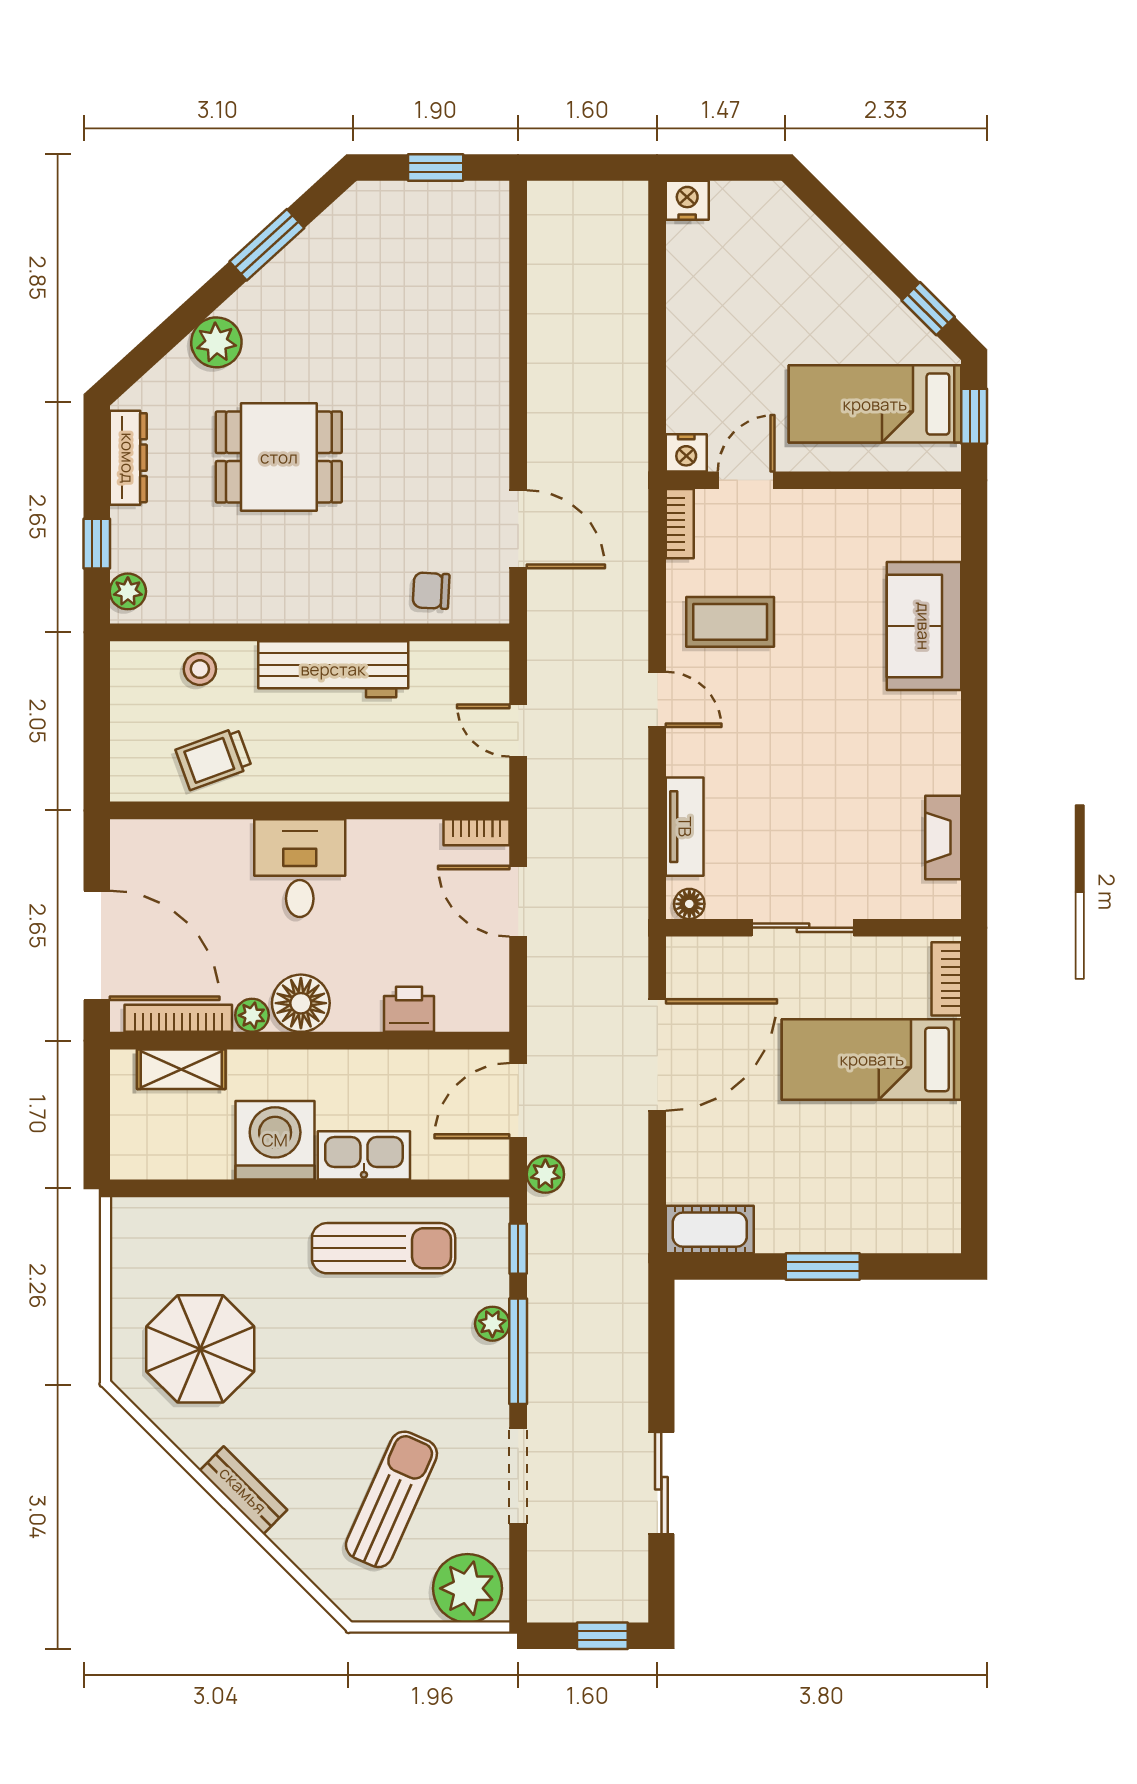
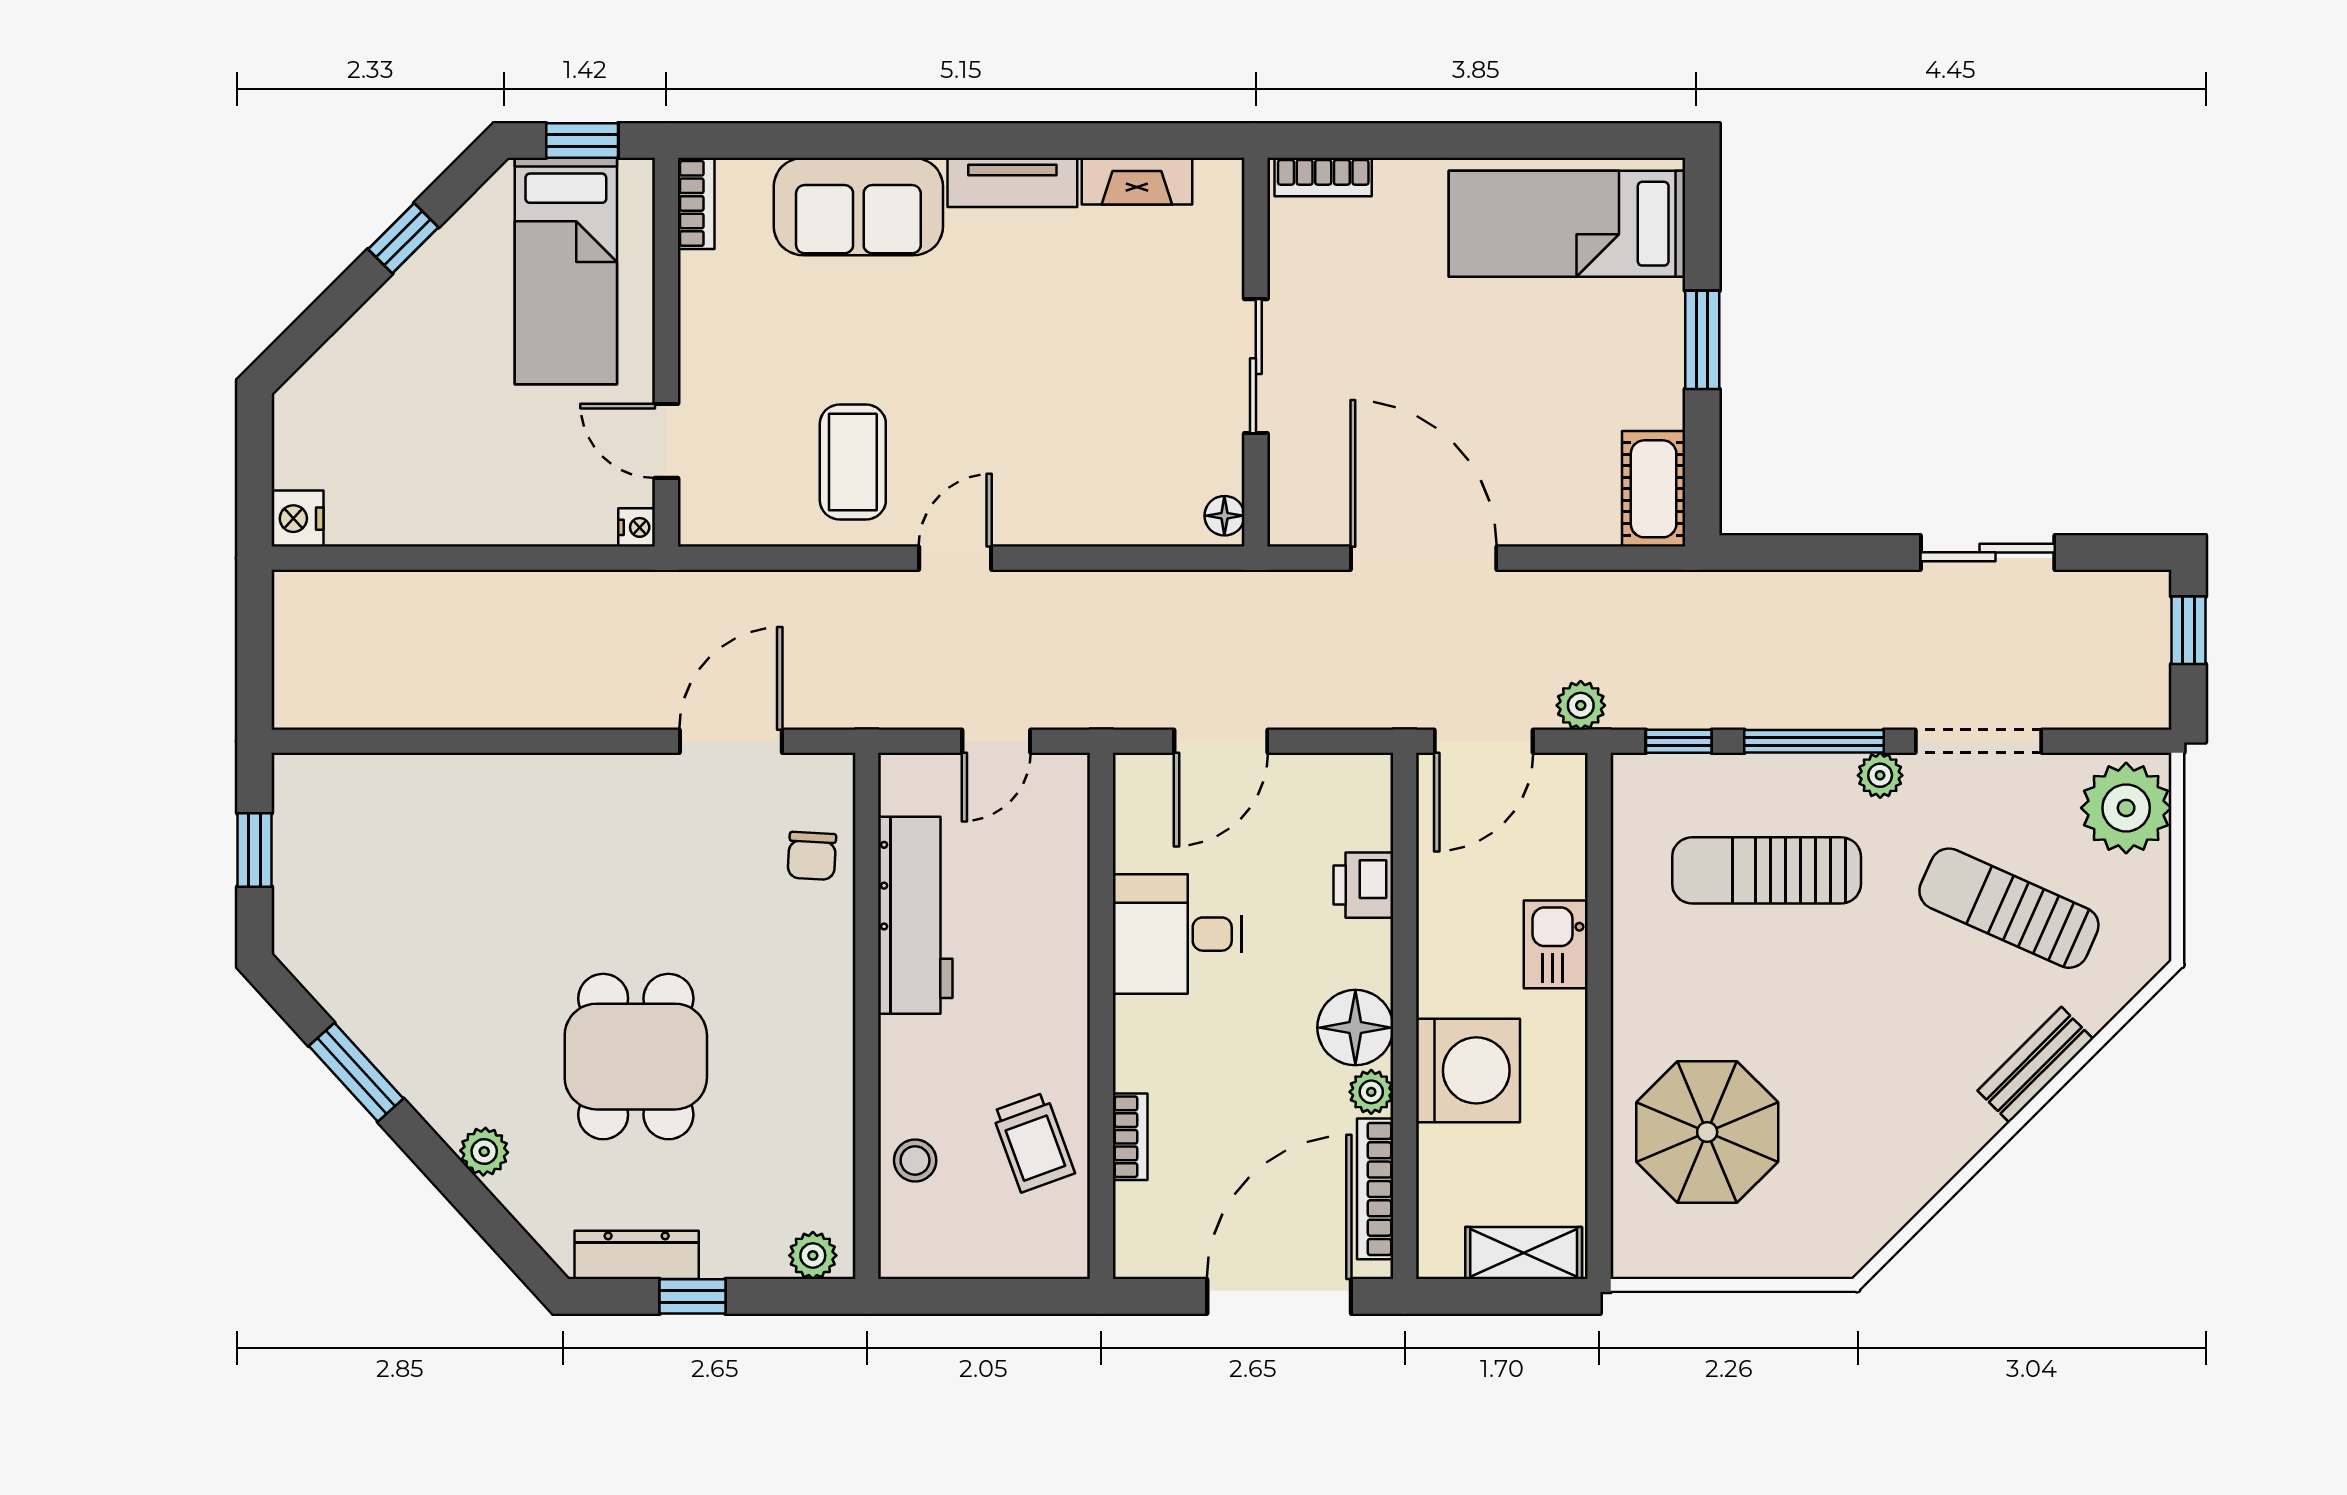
window: (928, 309) -> (403, 238), moved
plant: (216, 342) -> (484, 1152), width x0.73, depth x0.73
nightstand: (686, 453) -> (637, 527), width x0.72, depth x0.74
bookcase: (680, 524) -> (696, 203), moved, turned 90
window: (97, 544) -> (692, 1296), moved
workbench: (333, 669) -> (915, 915), moved
tv unit: (685, 827) -> (1012, 182), moved, turned 180
bookcase: (477, 832) -> (1130, 1137), moved
desk: (300, 868) -> (1177, 934), moved
bed: (872, 1059) -> (1567, 224), moved, turned 90
shelving: (181, 1069) -> (1524, 1253), moved, turned 90
door: (518, 1101) -> (1484, 741), hinge flipped
washing machine: (275, 1140) -> (1468, 1070), moved, turned 180
kitchen sink: (364, 1155) -> (1556, 944), width x0.73
sun lounger: (384, 1248) -> (1767, 870), moved, turned -90
plant: (492, 1324) -> (1880, 775), moved
parasol: (200, 1349) -> (1707, 1132), moved
bench: (243, 1490) -> (2035, 1065), moved

